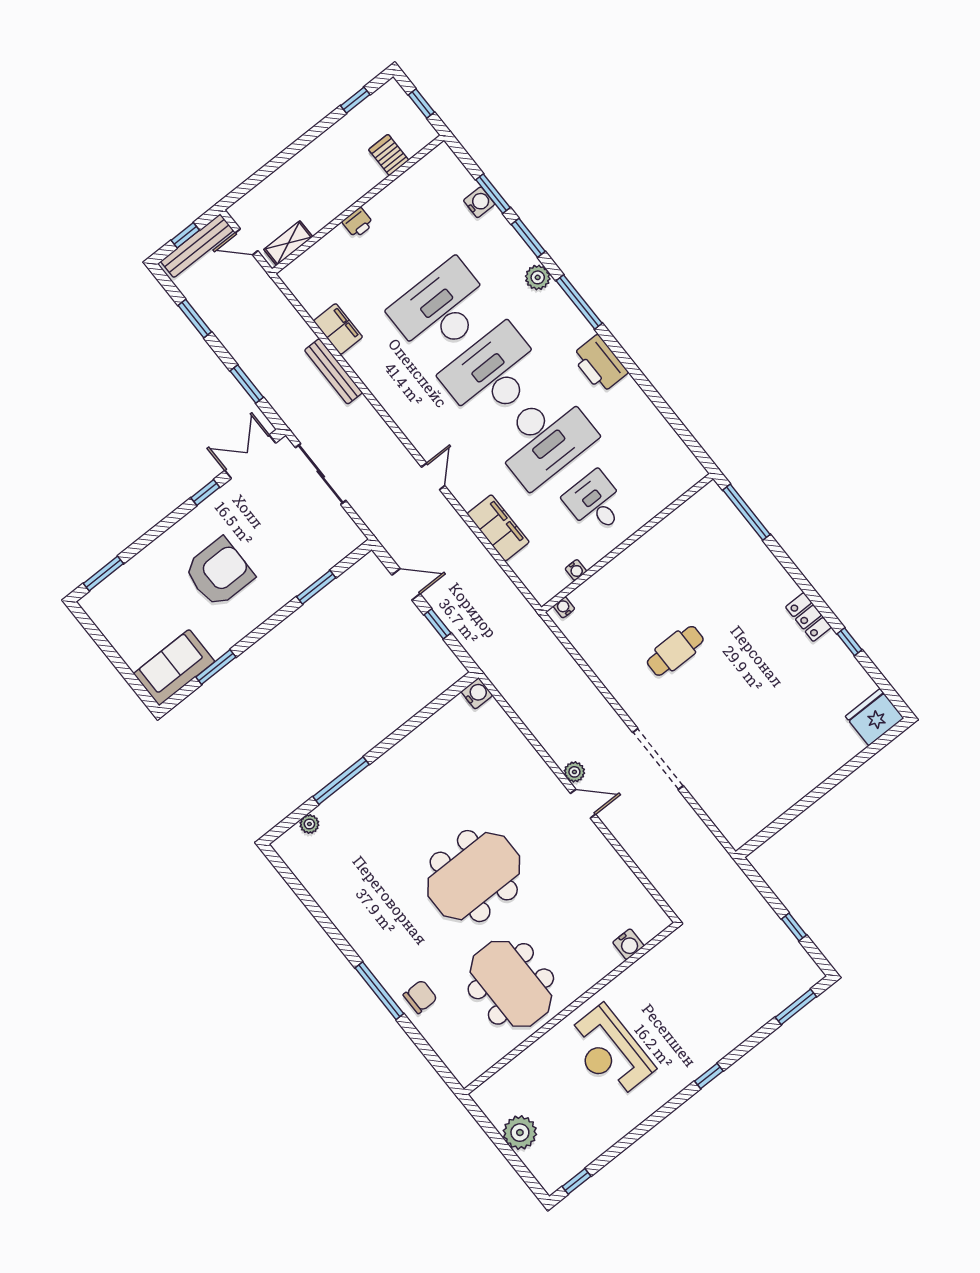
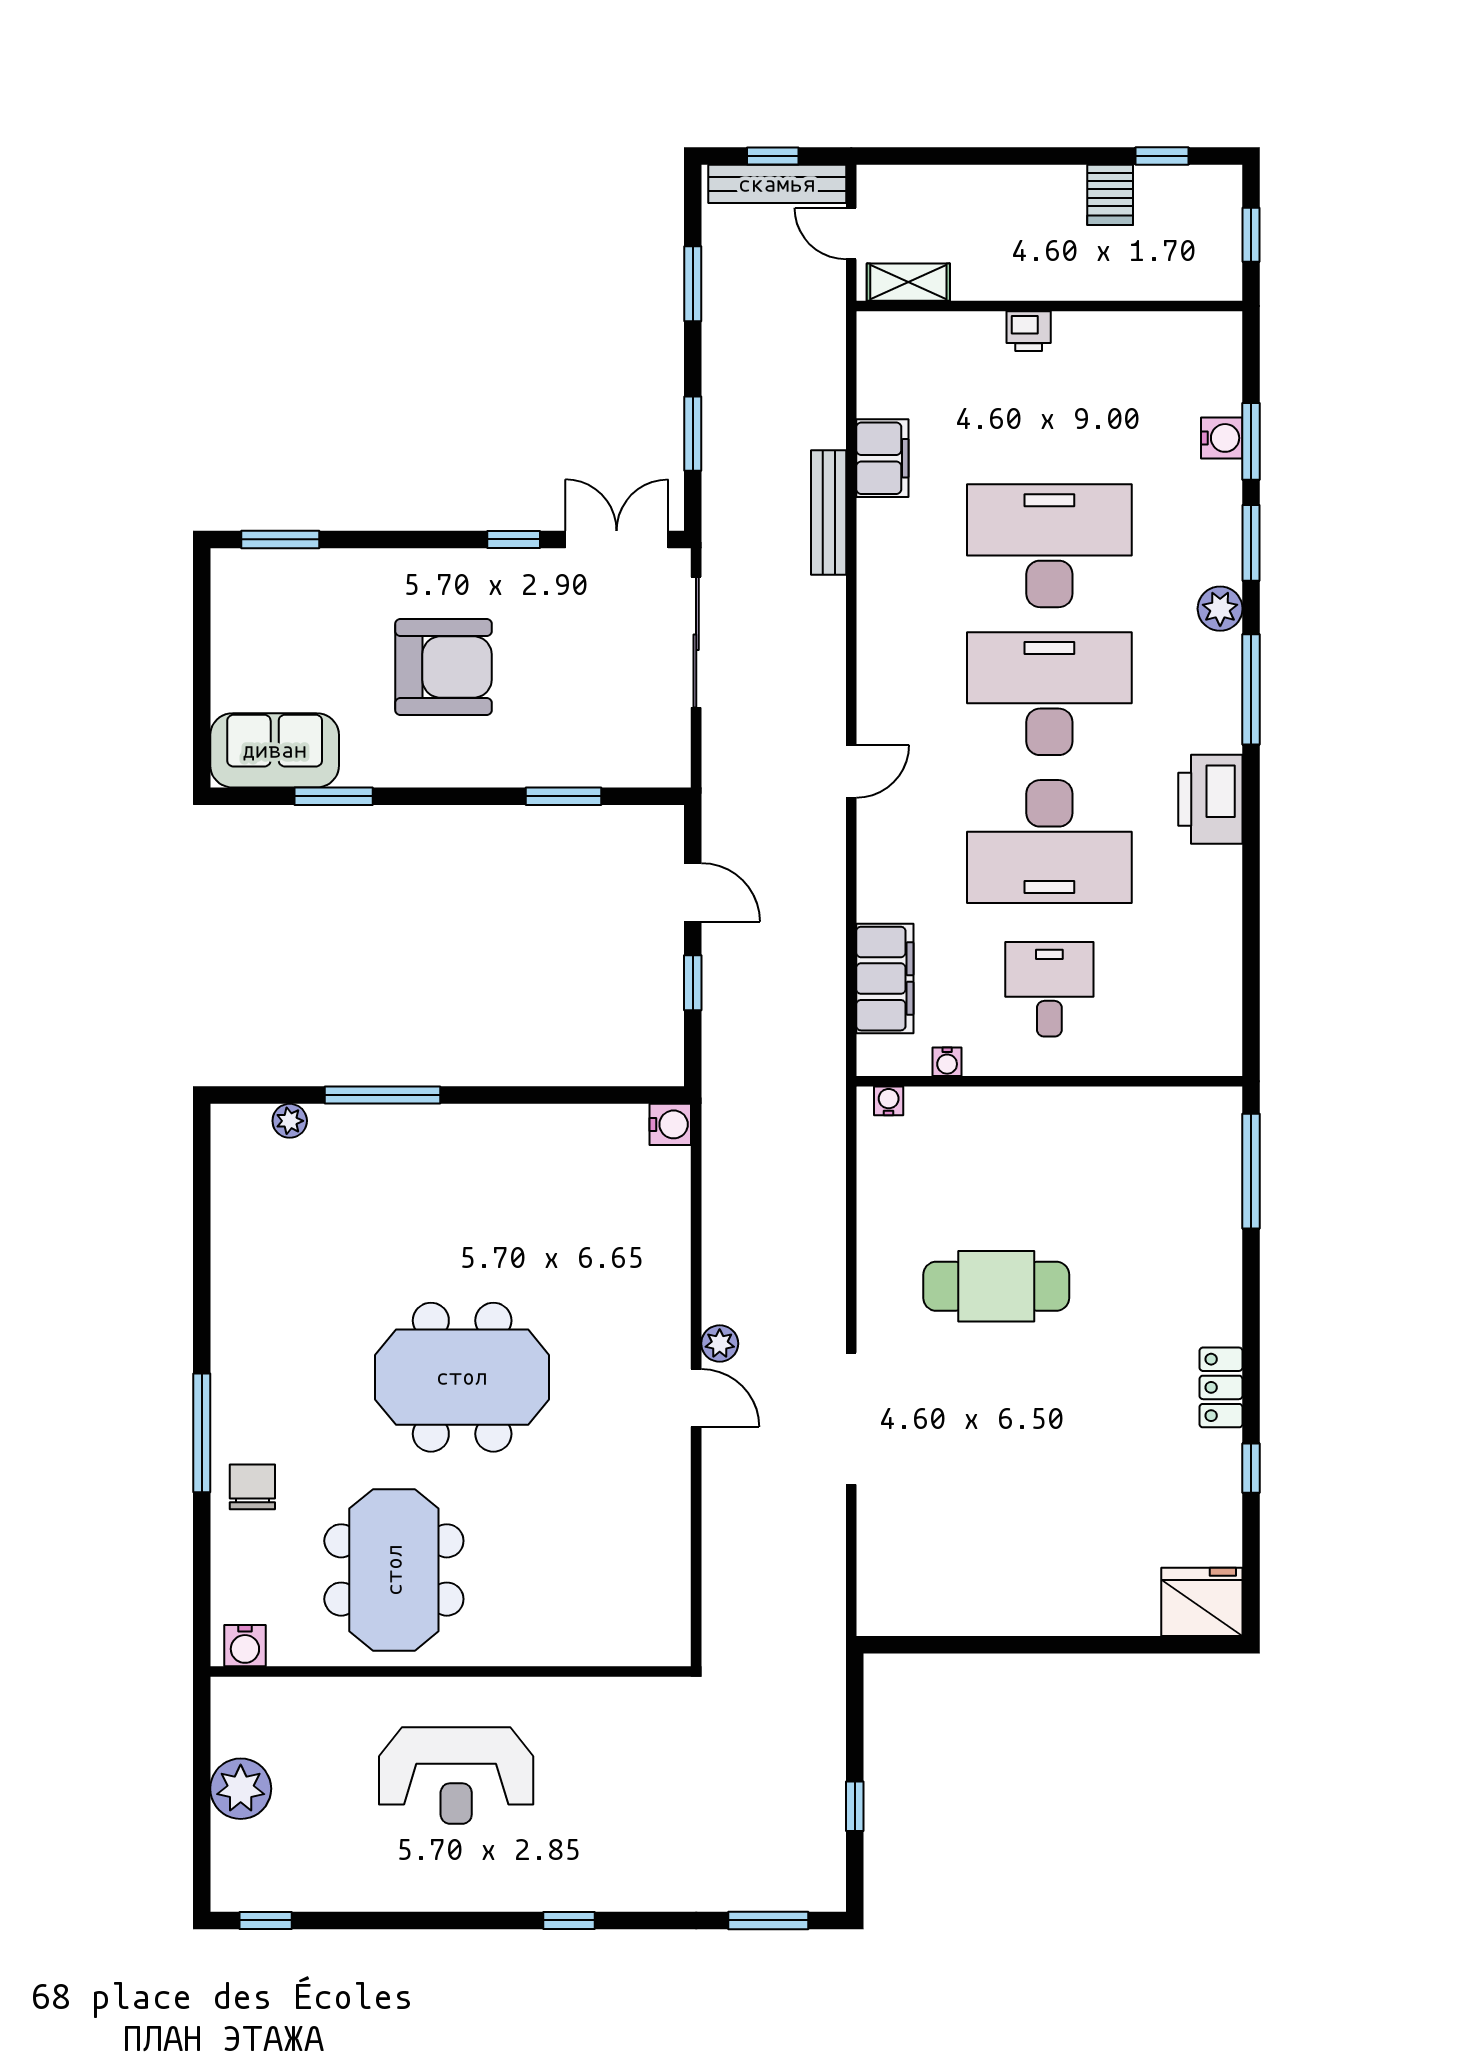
server rack: (389, 155) -> (1110, 195), moved, turned 180
filing cabinet: (498, 528) -> (885, 979), moved
cafe table: (675, 651) -> (996, 1286), width x1.37, depth x1.35
water cooler: (628, 944) -> (245, 1646), moved
chair: (420, 997) -> (252, 1487), turned -90
reception desk: (609, 1052) -> (456, 1775), turned -90

